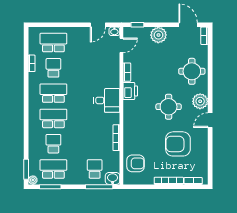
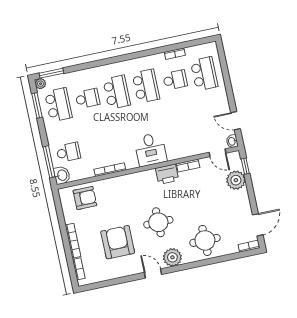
plant: (158, 35) -> (236, 180), moved
armchair: (136, 163) -> (85, 198), turned -90

